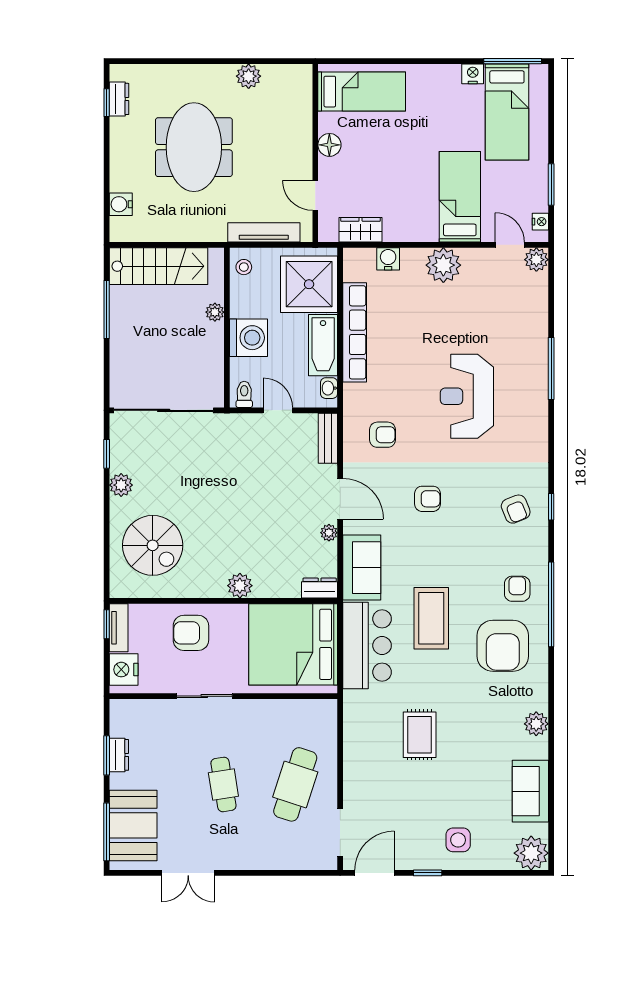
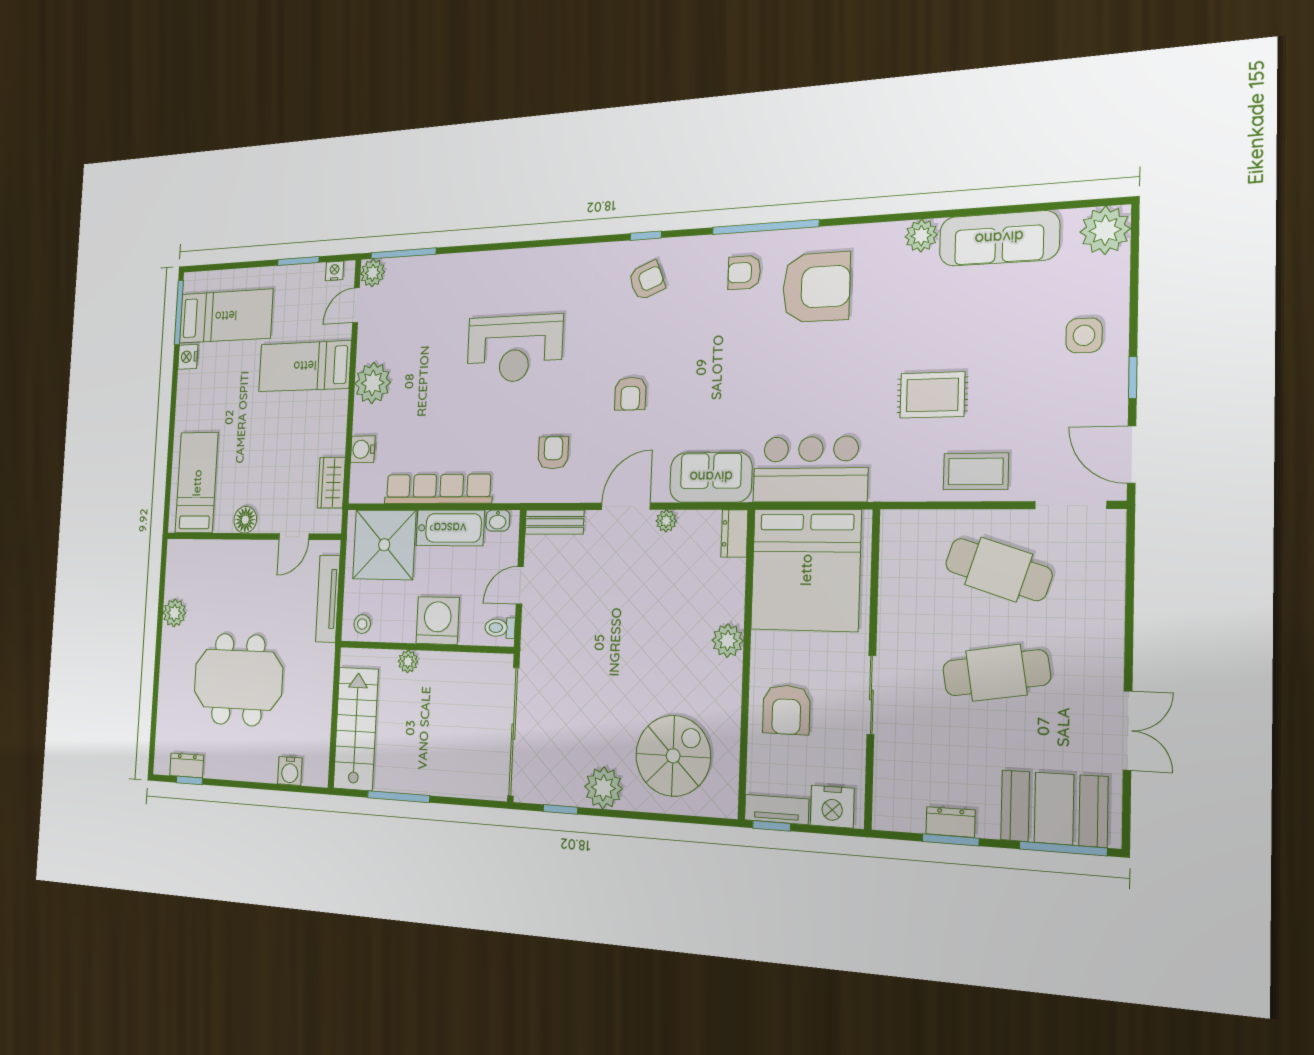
window: (551, 368) -> (403, 253), moved
plant: (121, 485) -> (603, 788), width x1.36, depth x1.36
armchair: (427, 499) -> (630, 394), turned 180
coffee table: (431, 618) -> (976, 471), moved, width x0.73, depth x0.76
cafe table: (223, 784) -> (996, 673), width x1.37, depth x1.35
sofa: (530, 791) -> (999, 238), width x1.36

